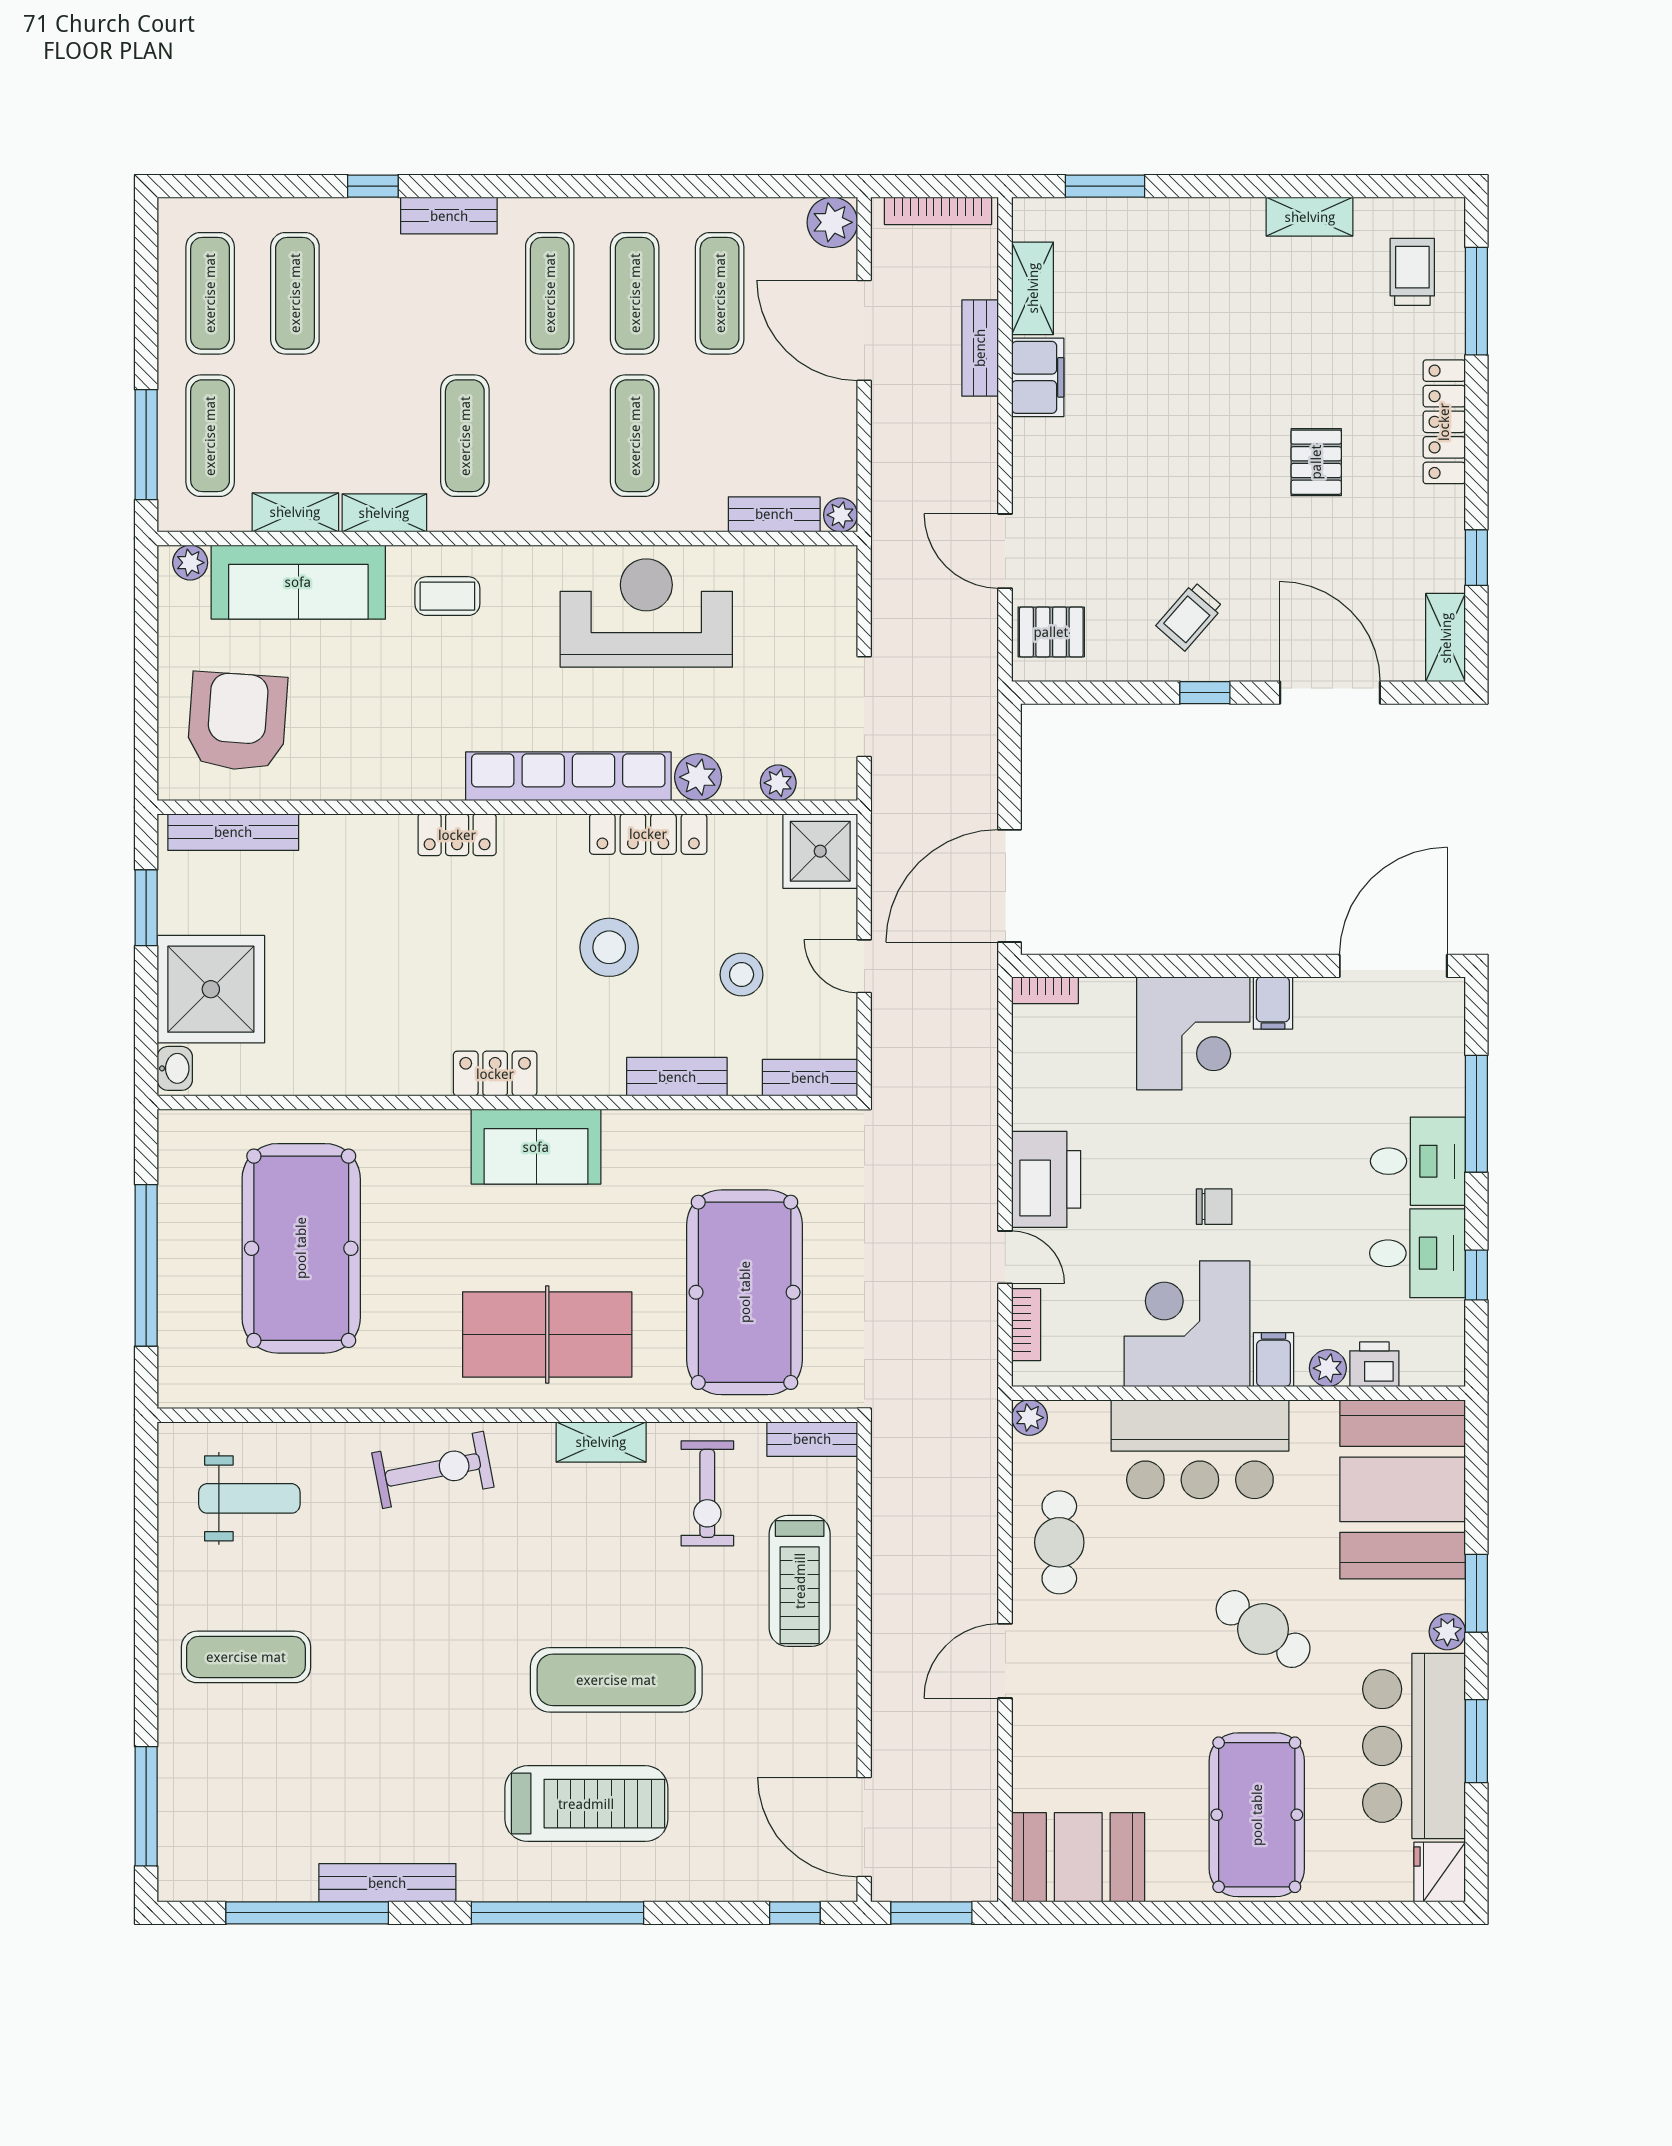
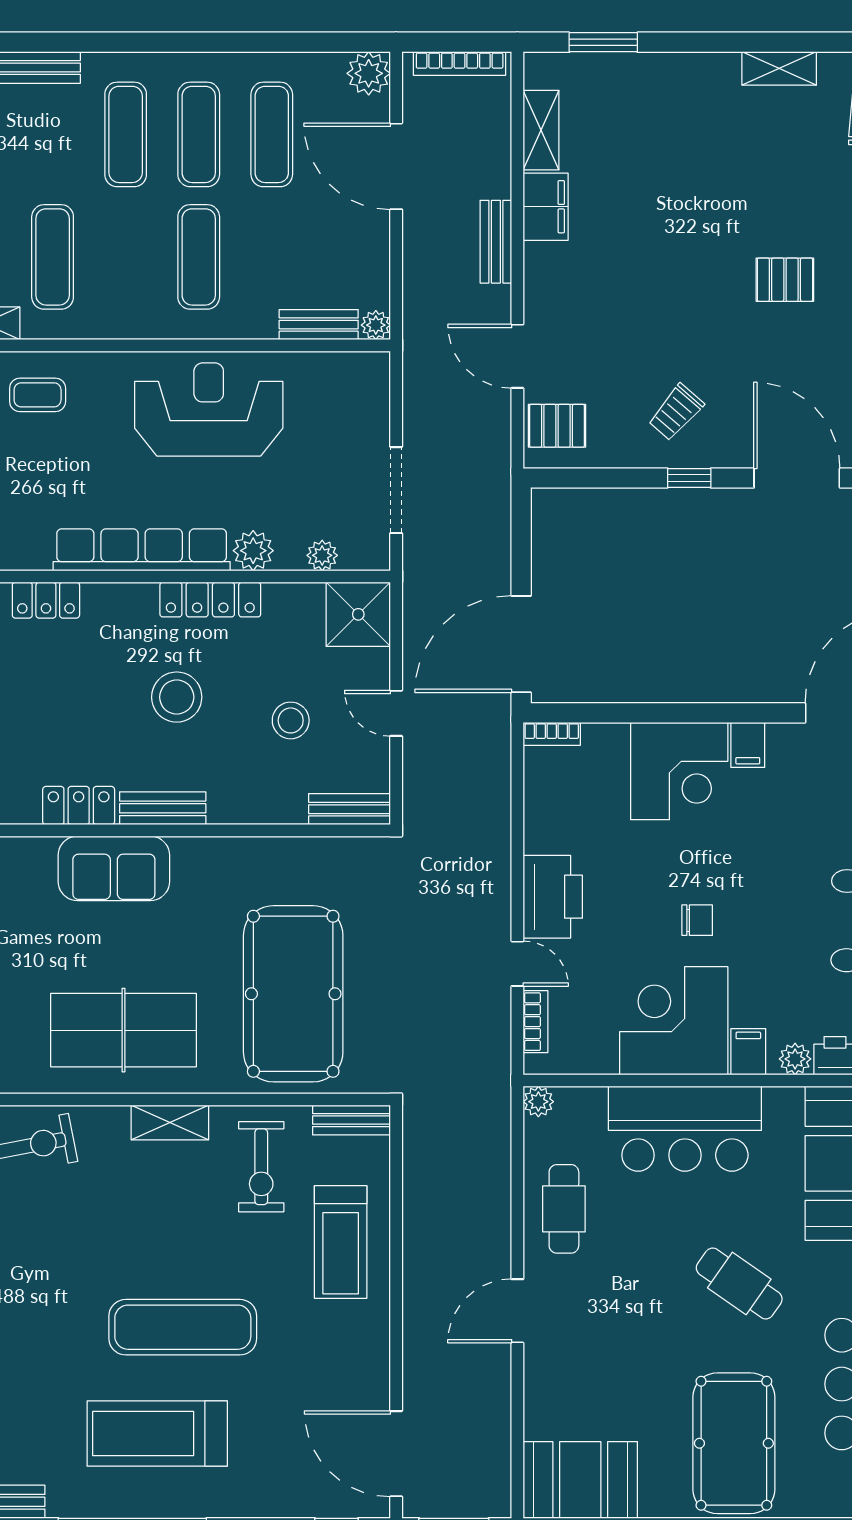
bench: (980, 348) -> (496, 242), moved
pallet: (1316, 462) -> (785, 280), turned 90
bench: (677, 1077) -> (163, 808), moved
treadmill: (586, 1804) -> (157, 1434), turned 180

